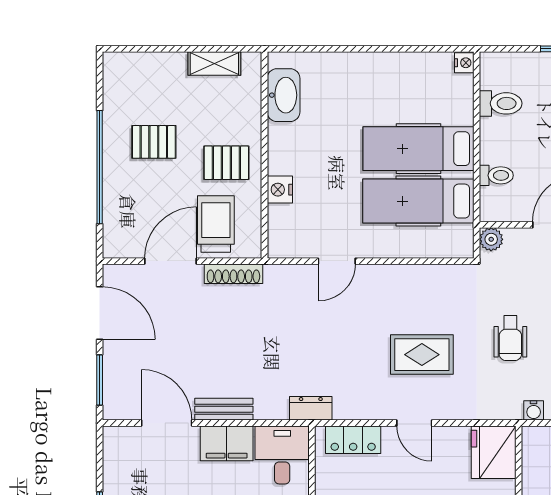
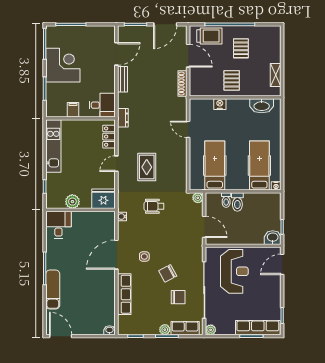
toilet: (501, 103) -> (237, 202), moved
hospital bed: (418, 149) -> (259, 166), moved
trolley: (216, 224) -> (209, 36), moved
filing cabinet: (227, 443) -> (107, 81), removed

